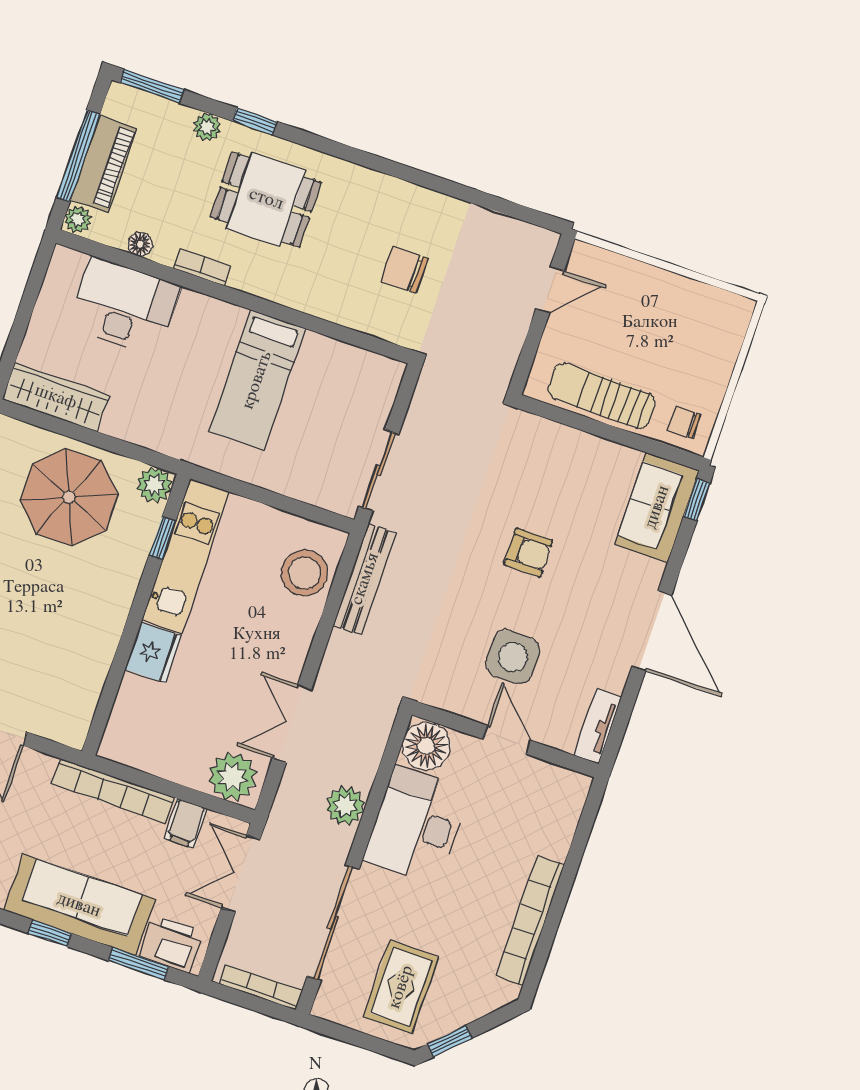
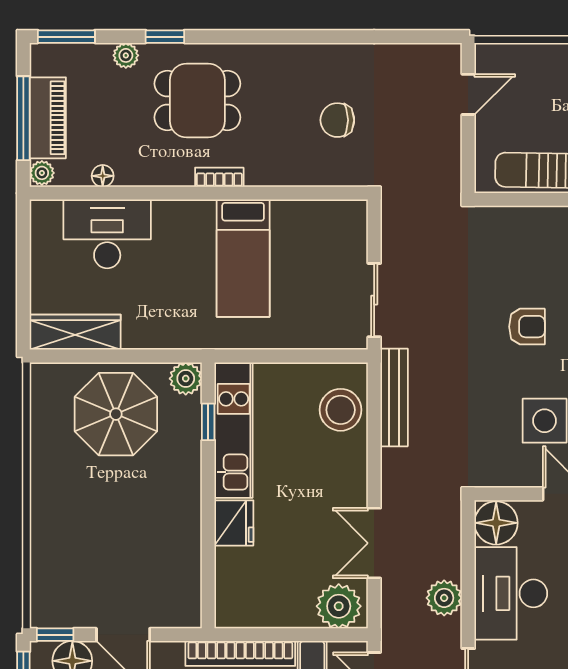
bookcase: (202, 267) -> (219, 177), moved

